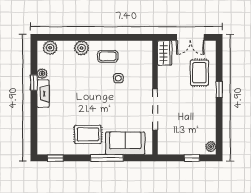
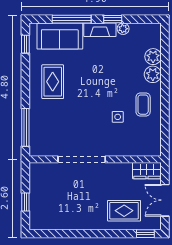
plant: (50, 48) -> (153, 57), moved
window: (219, 89) -> (145, 234), moved
window: (34, 118) -> (72, 19), added
sofa: (125, 143) -> (60, 36), moved, turned 90
plant: (211, 147) -> (39, 224), removed
window: (107, 158) -> (25, 127), moved

